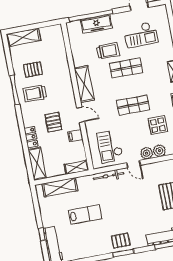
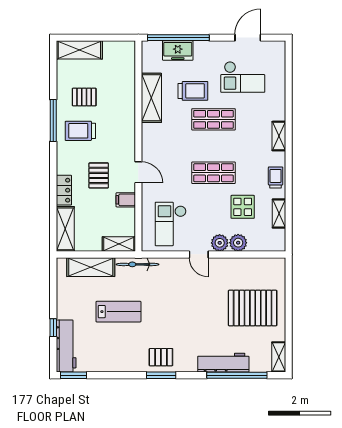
freezer: (96, 24) -> (178, 51), width x0.71
shelving: (84, 84) -> (151, 98), moved
bicycle: (109, 176) -> (137, 264), moved

